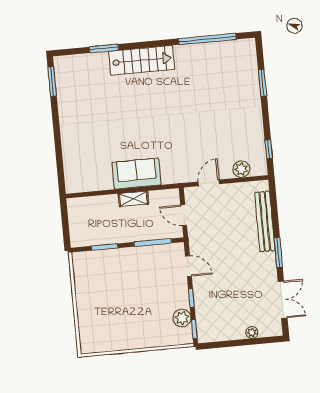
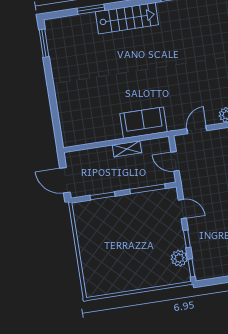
sofa: (137, 174) -> (144, 123), moved
door: (66, 228) -> (65, 180), added

